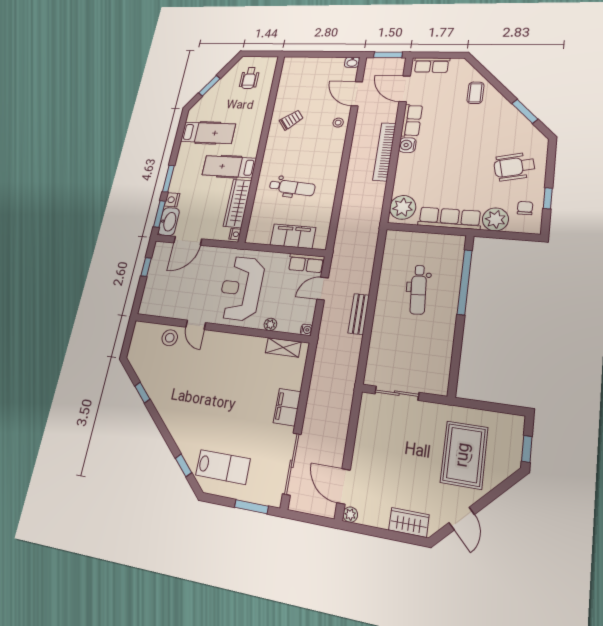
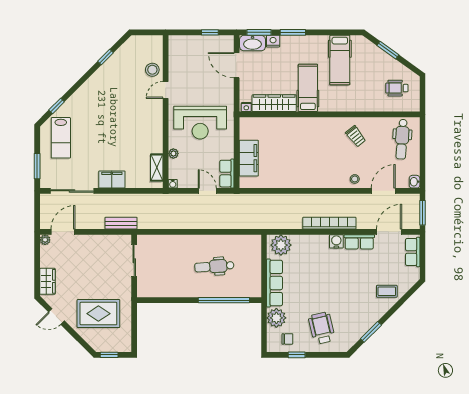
dental chair: (292, 187) -> (402, 139), moved
reception desk: (241, 288) -> (200, 123), turned 180
bench: (359, 314) -> (121, 223), moved

